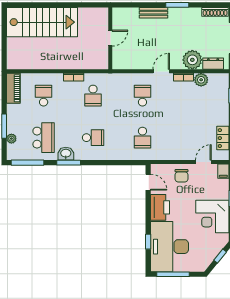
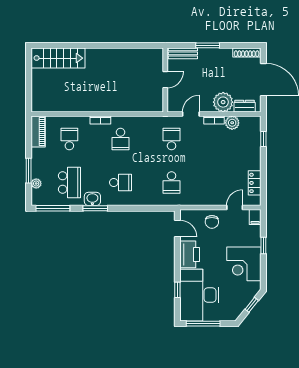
stairs: (42, 22) -> (58, 58), width x0.73, depth x0.66
door: (110, 38) -> (165, 80), moved
wall: (110, 38) -> (165, 80), moved

